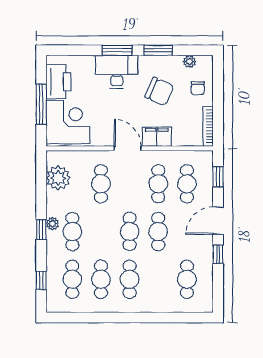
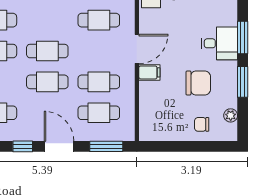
desk: (117, 72) -> (219, 43), width x0.73
chair: (159, 91) -> (198, 83), turned -114
bookcase: (208, 126) -> (161, 136), removed
filing cabinet: (157, 137) -> (149, 72), width x0.50
window: (218, 177) -> (106, 146), width x1.50

